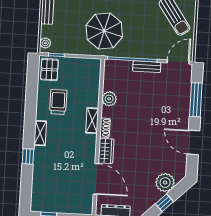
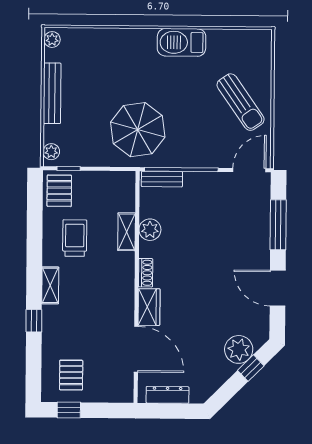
bench: (147, 67) -> (162, 179), moved
shelving: (92, 121) -> (127, 232), moved
pallet: (51, 194) -> (71, 375), added
window: (164, 203) -> (251, 368), moved

